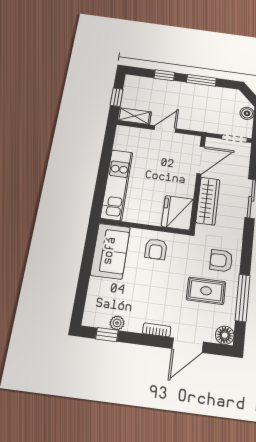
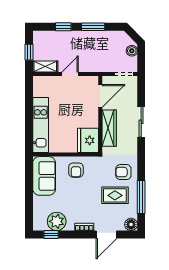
plant: (117, 323) -> (57, 221), width x1.87, depth x1.87

